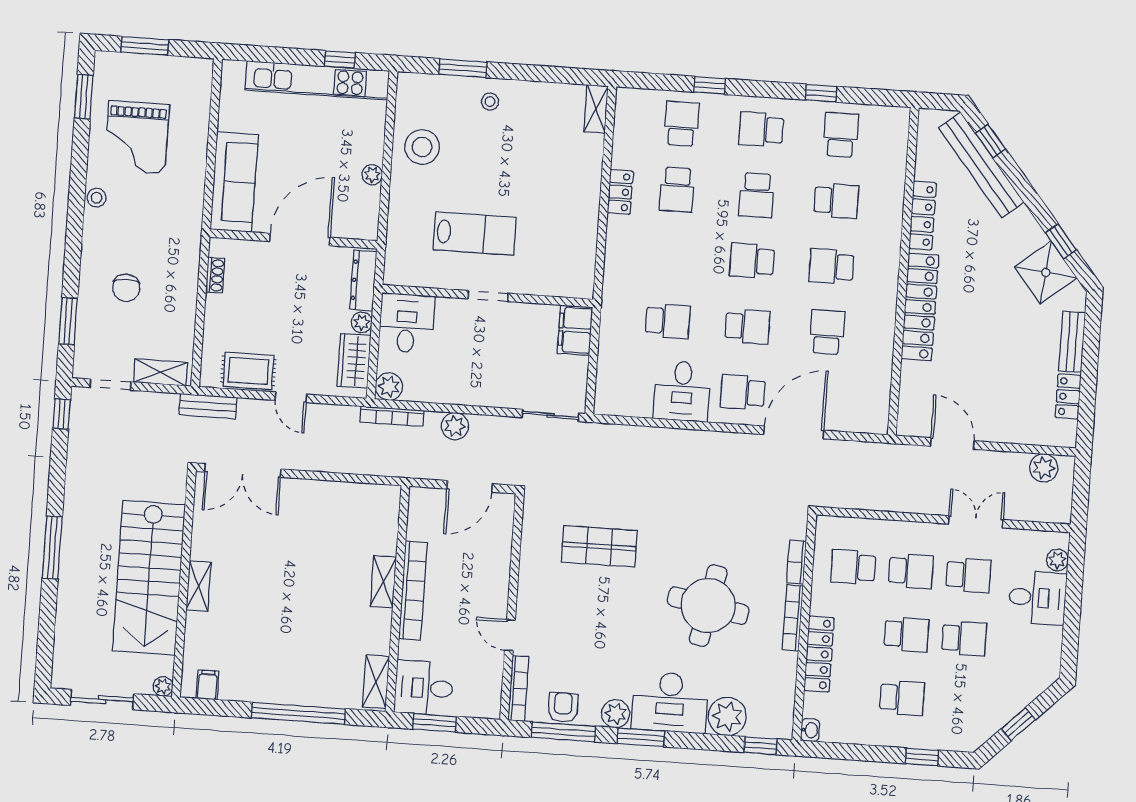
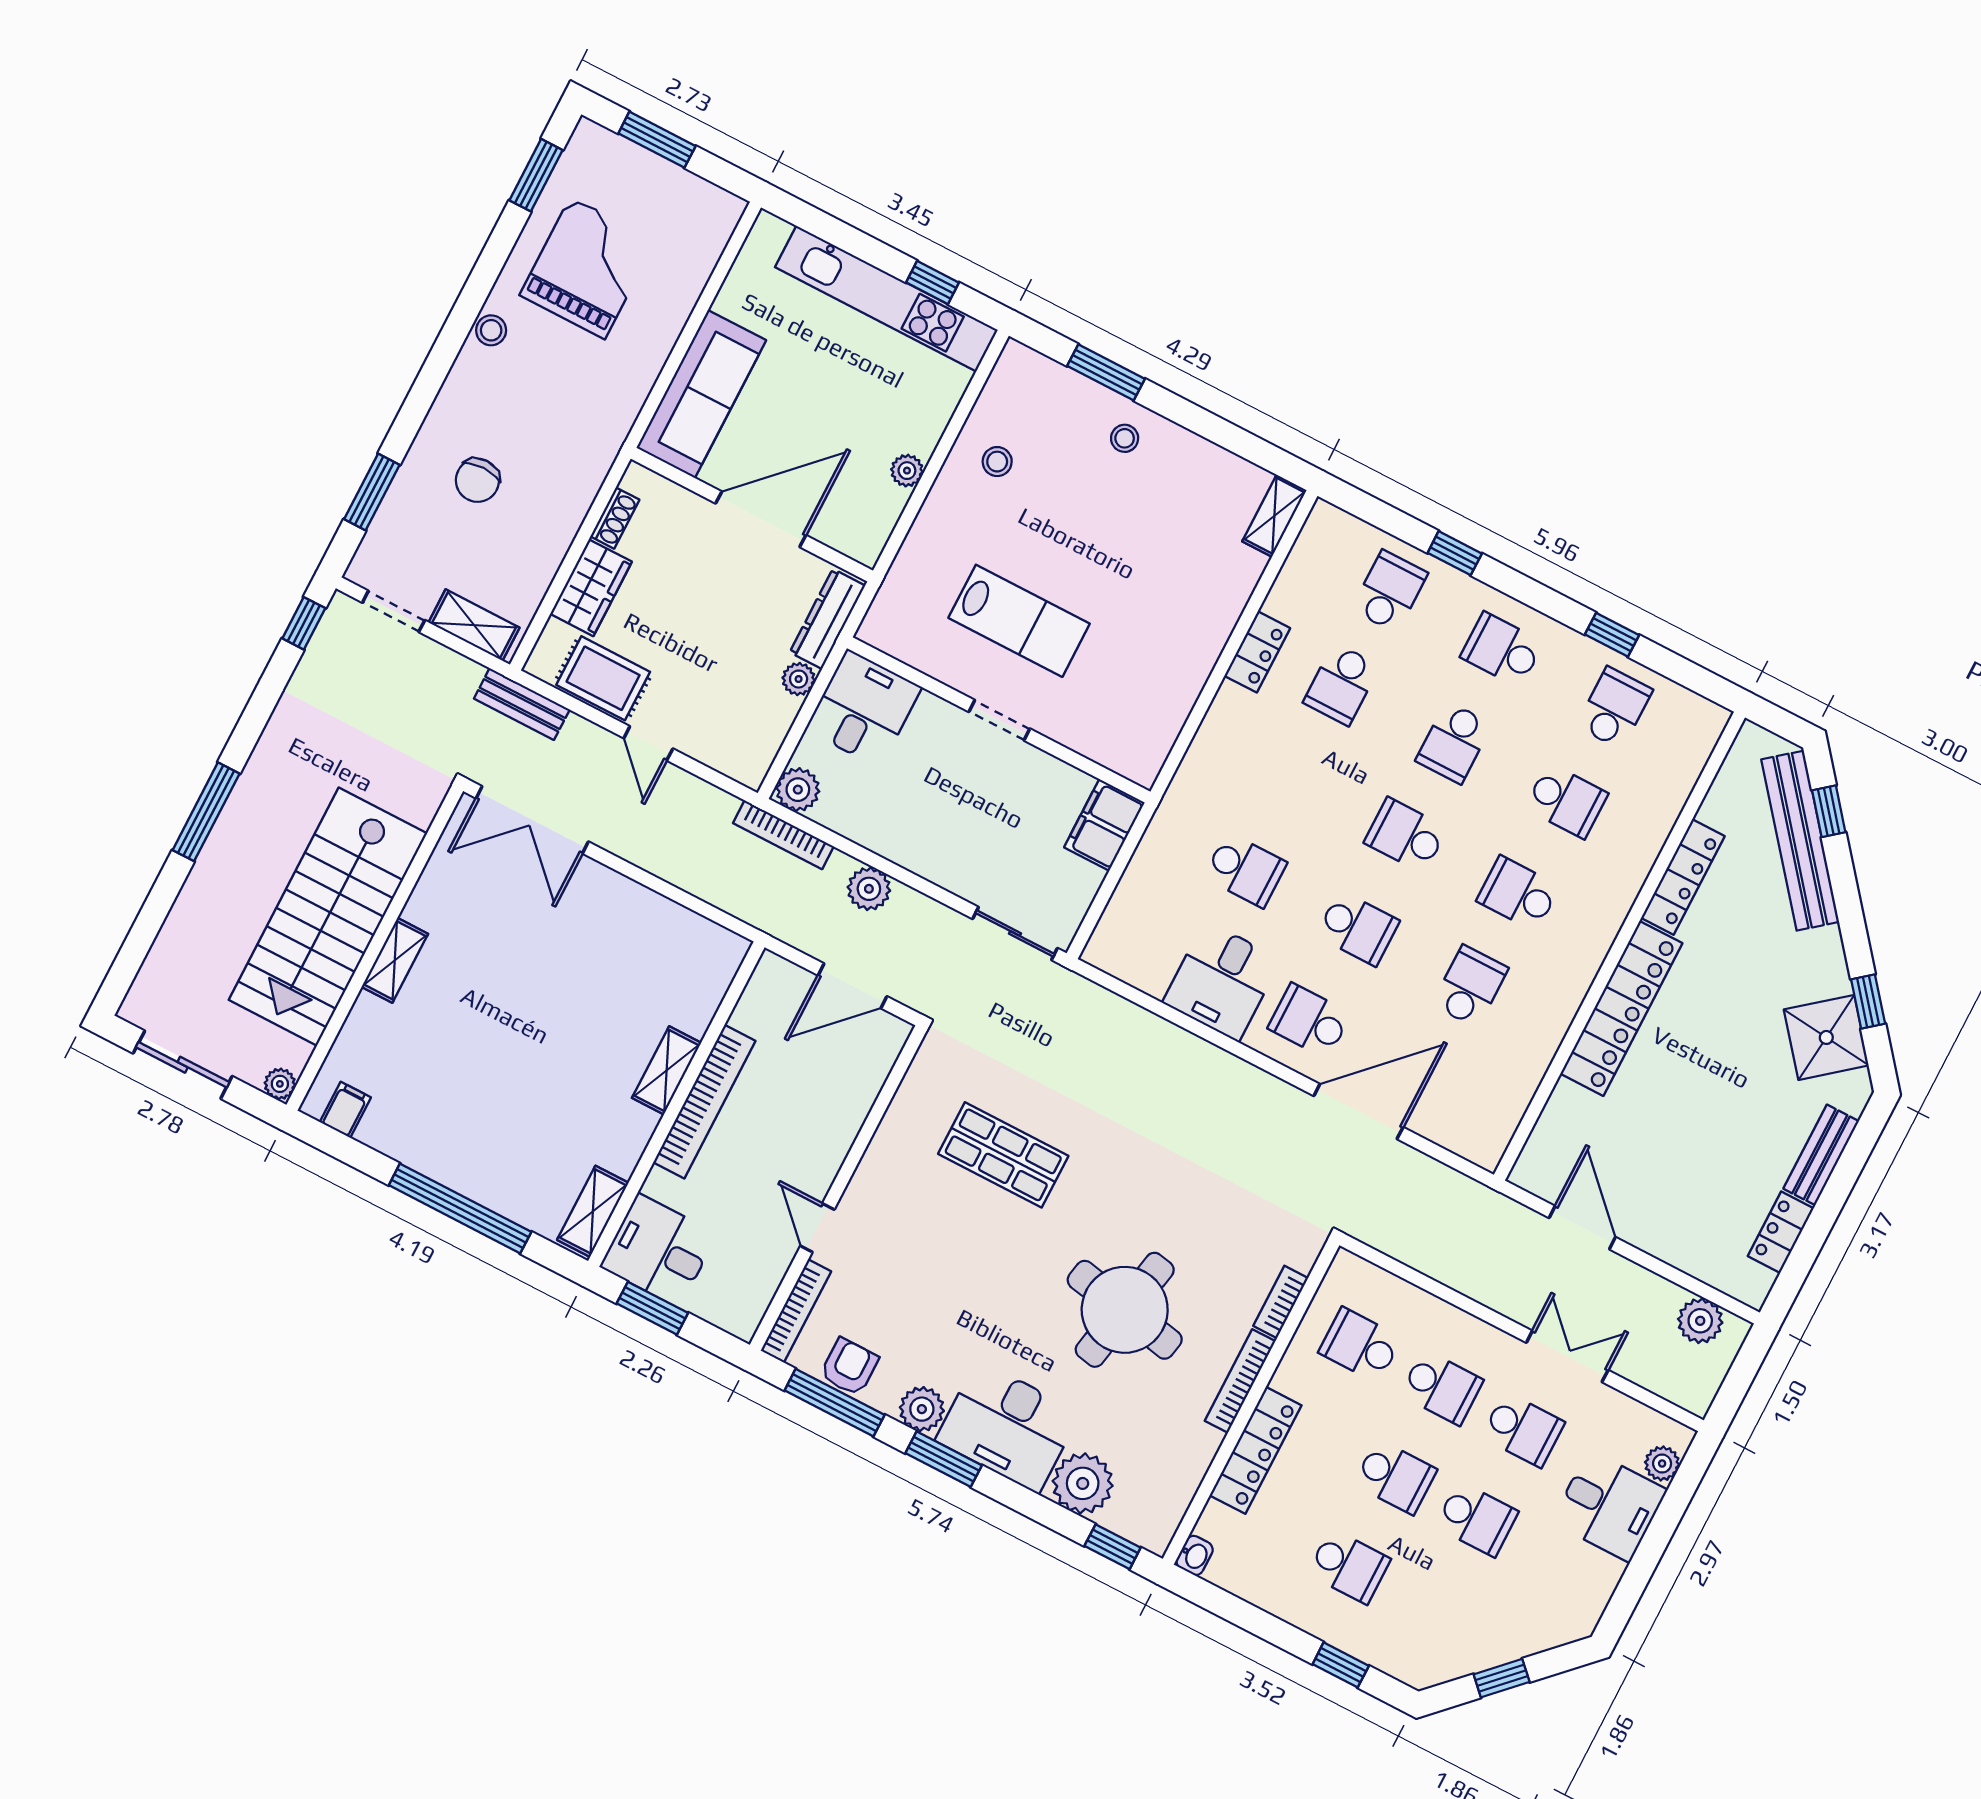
grand piano: (137, 137) -> (588, 268), turned 180
stool: (422, 147) -> (997, 462), width x0.53, depth x0.53
wardrobe: (354, 361) -> (591, 588), moved, turned 180

